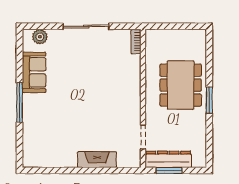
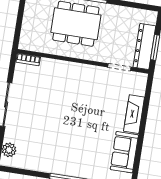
sofa: (34, 72) -> (124, 152), moved, turned -90

